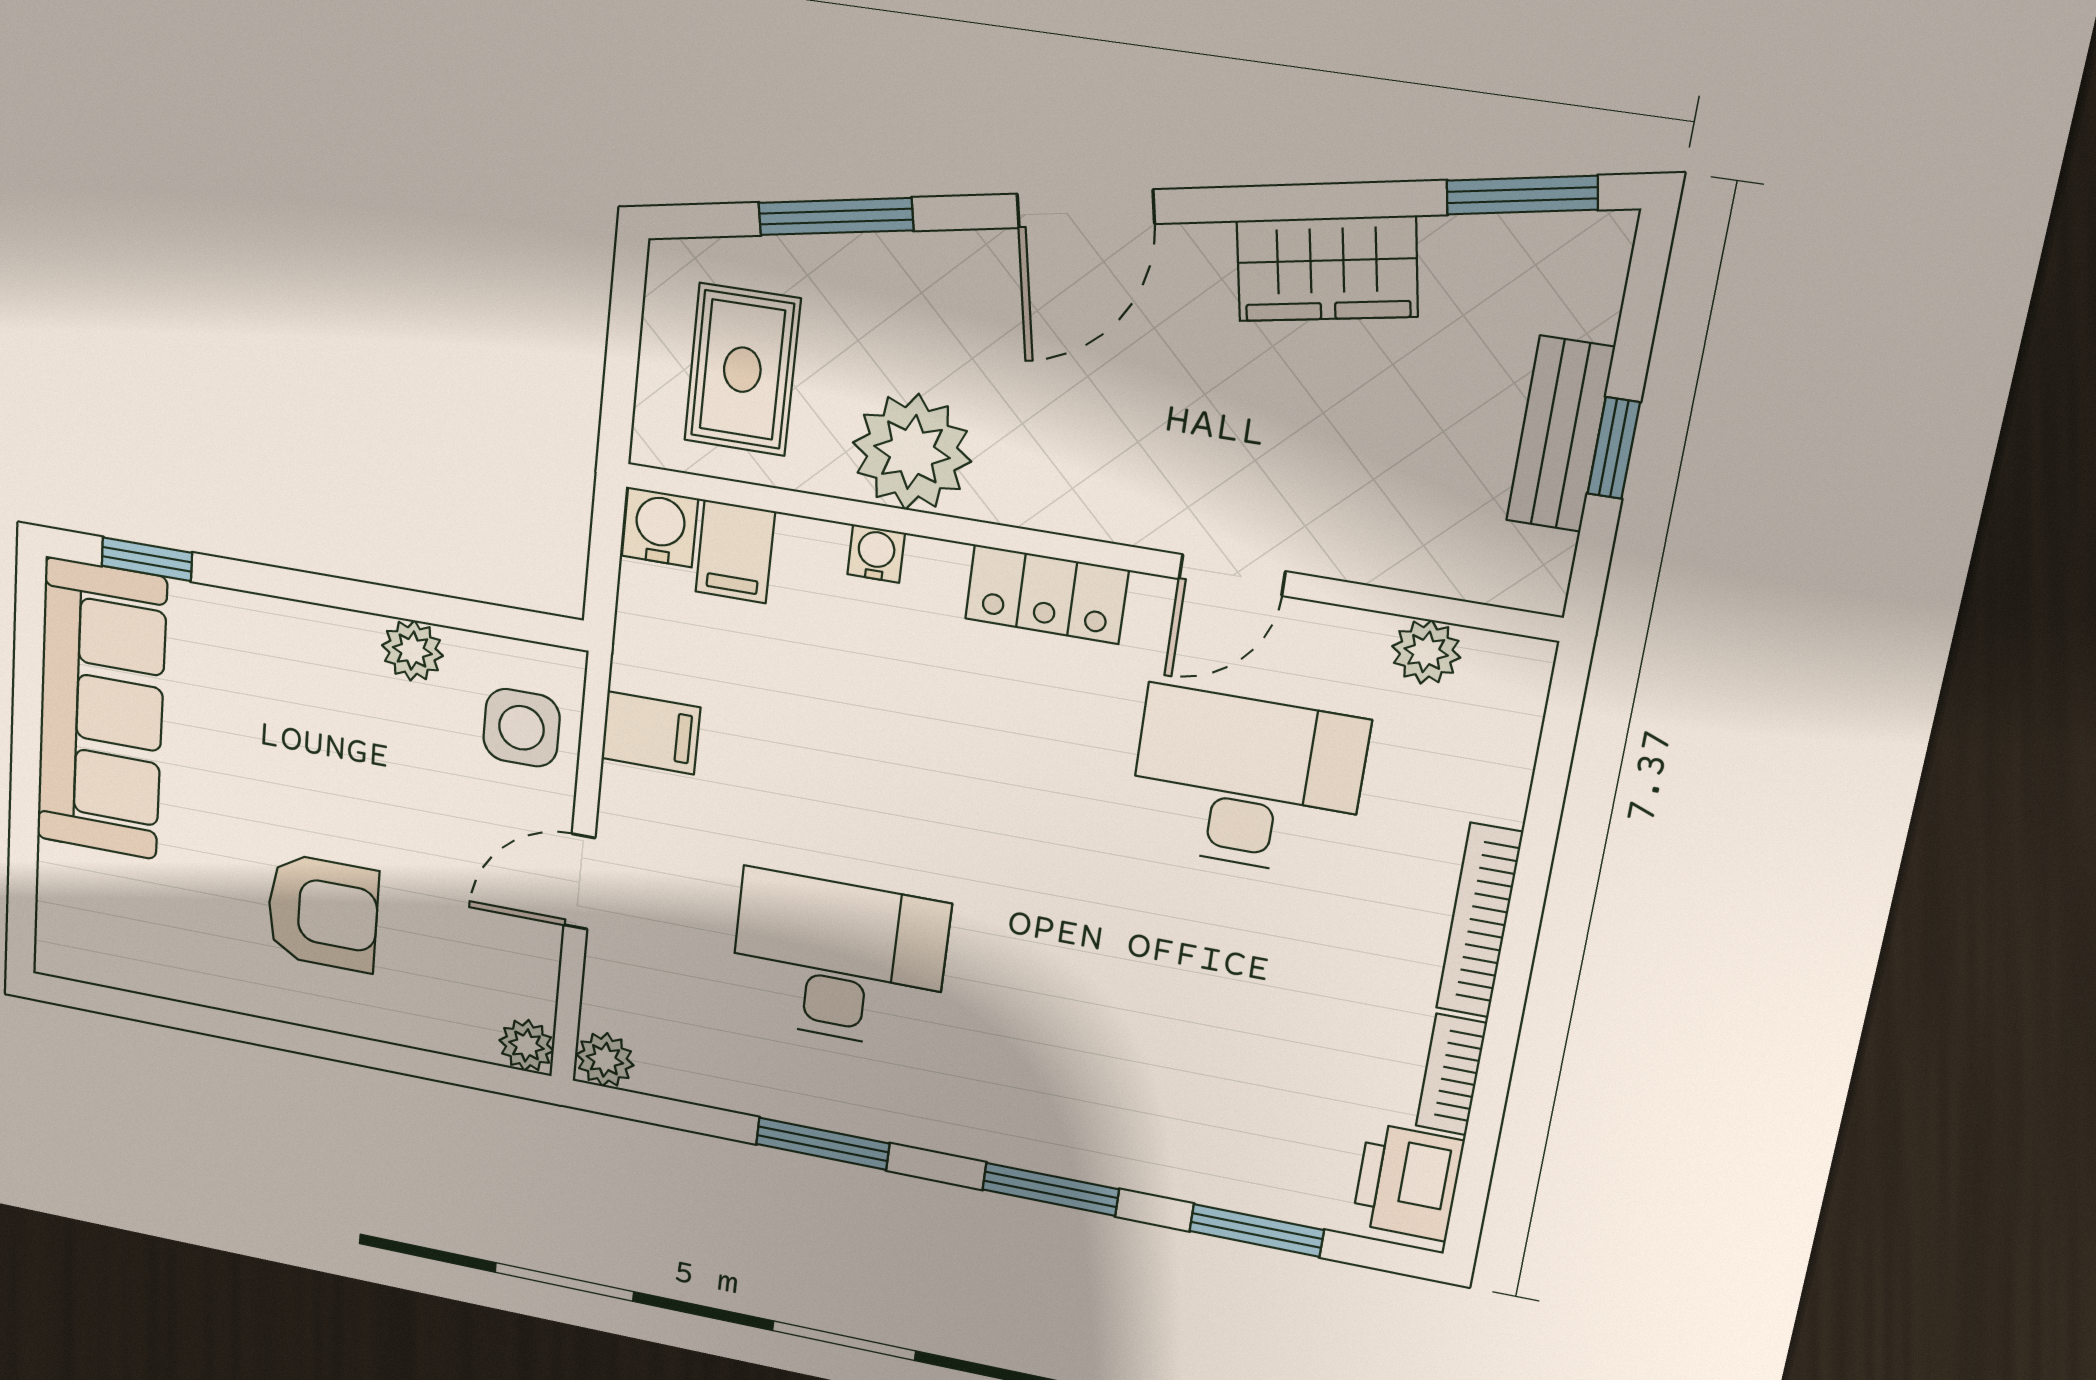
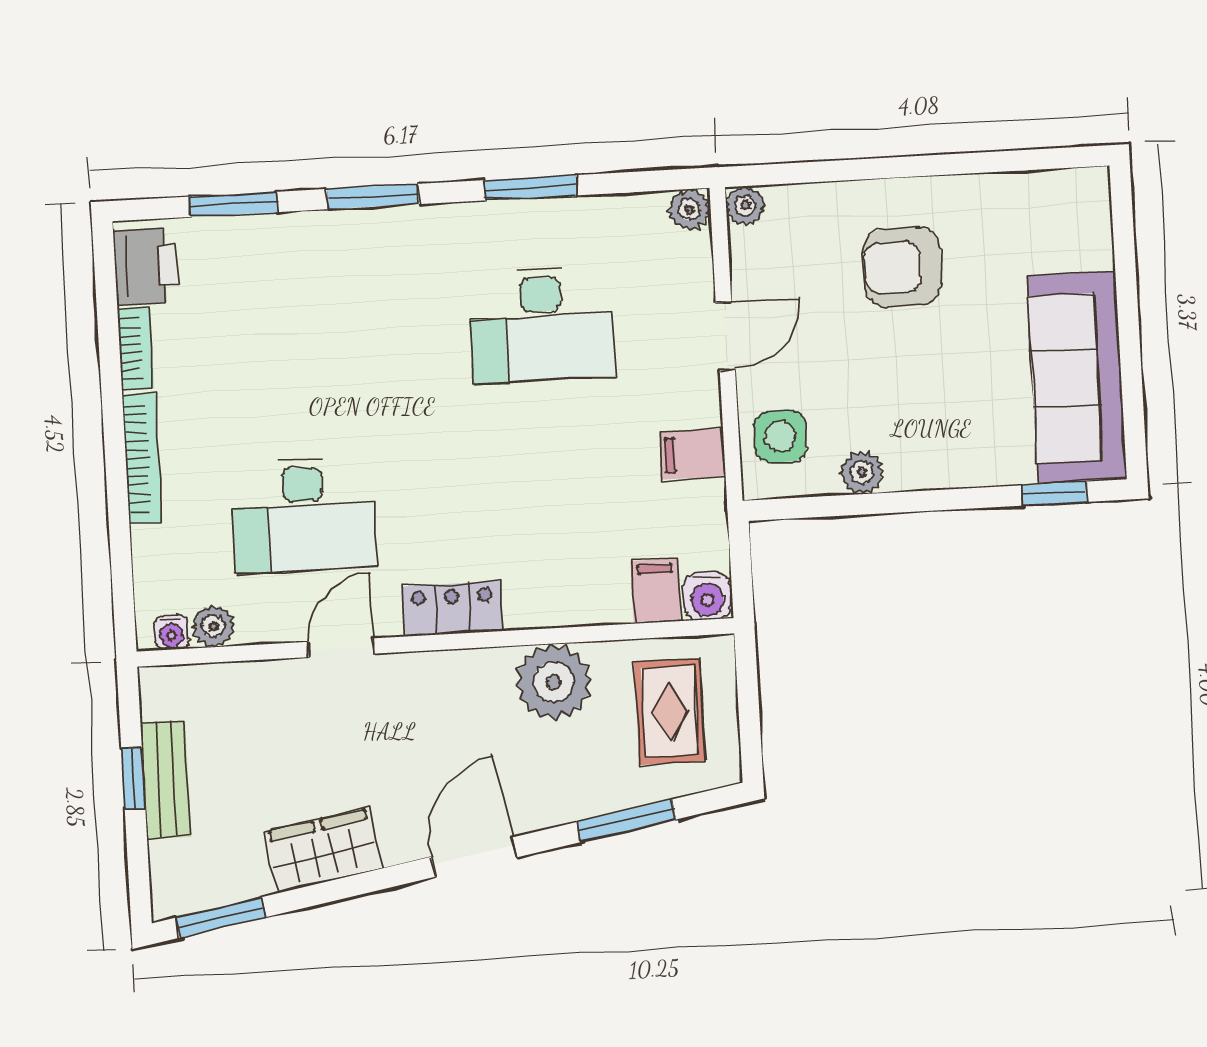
water cooler: (876, 554) -> (171, 633), moved

